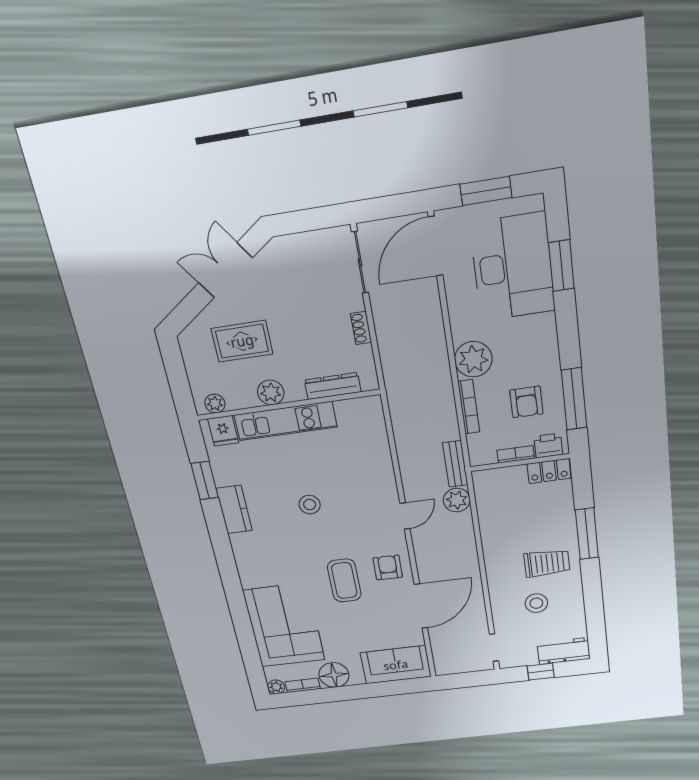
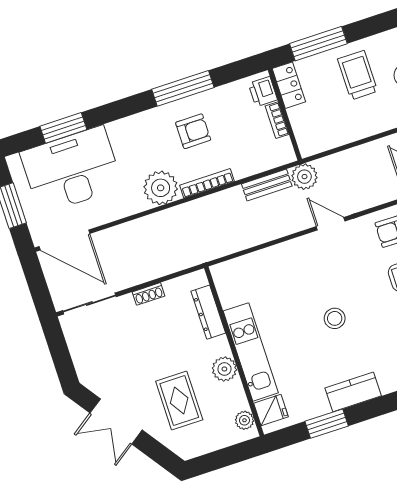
printer: (548, 446) -> (263, 92), moved
bookcase: (516, 454) -> (277, 120), moved
wall: (520, 463) -> (285, 114), moved
locker: (549, 471) -> (289, 85), moved

